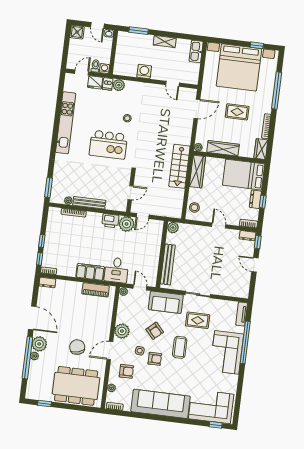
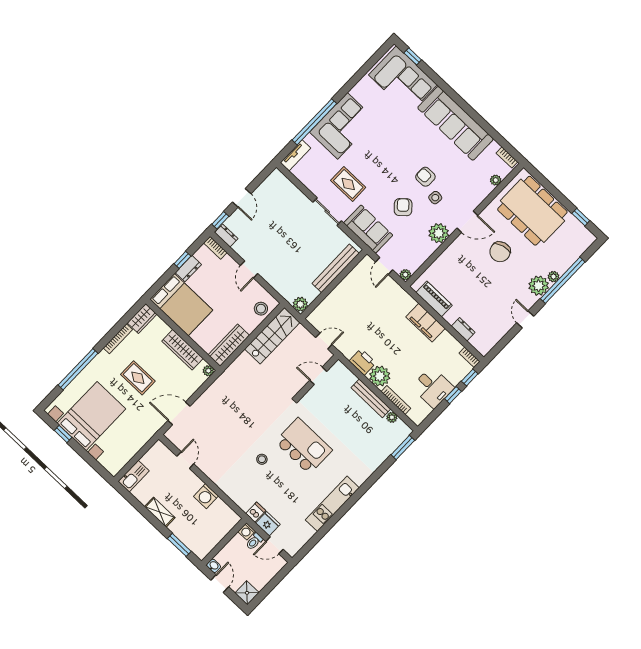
bed with nightstands: (239, 67) -> (91, 416), width x0.73
plant: (119, 85) -> (244, 502), removed
kitchen unit: (66, 123) -> (332, 504), width x0.73
stairs: (179, 166) -> (272, 336), moved
plant: (127, 224) -> (380, 376), moved
desk: (116, 270) -> (433, 387), moved, turned 90
dresser: (47, 282) -> (463, 329), moved
door: (32, 318) -> (525, 319), width x0.53
coffee table: (180, 347) -> (389, 169), removed
armchair: (126, 371) -> (466, 186), removed

